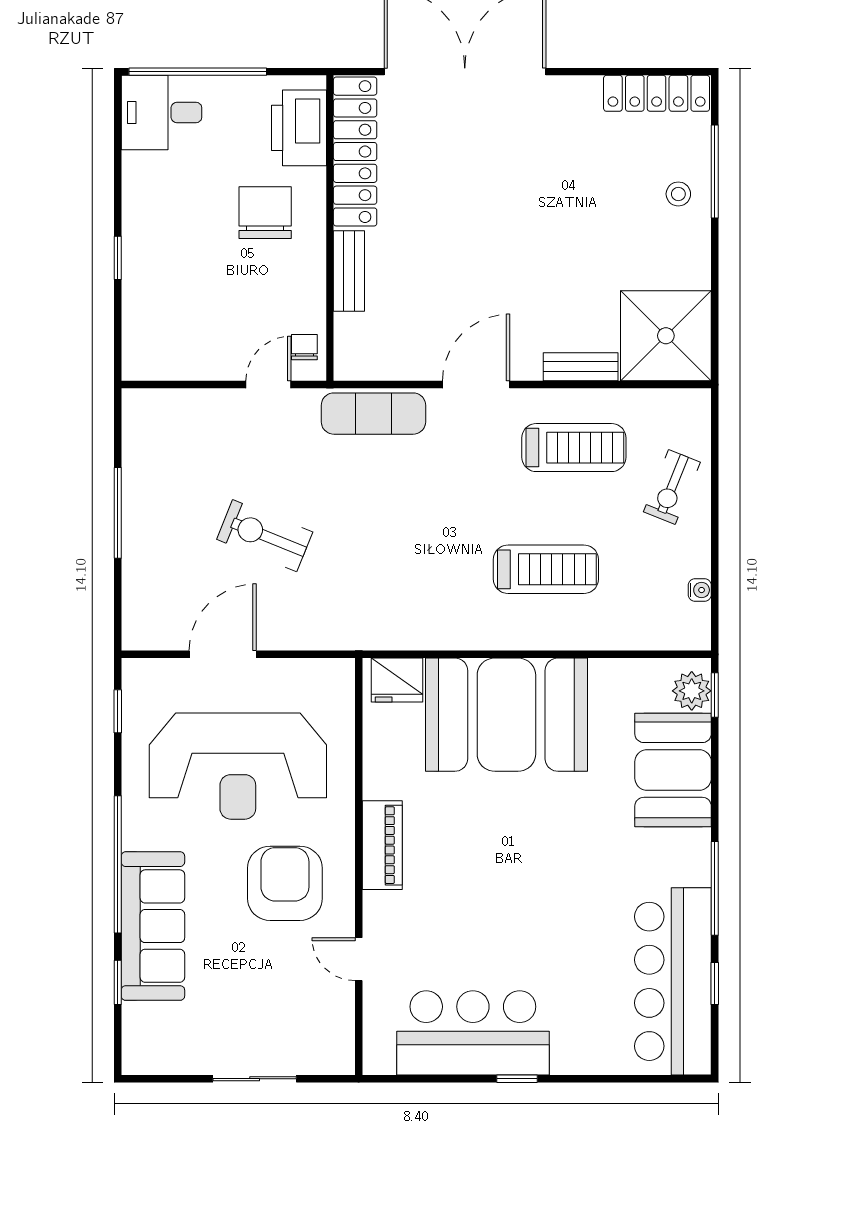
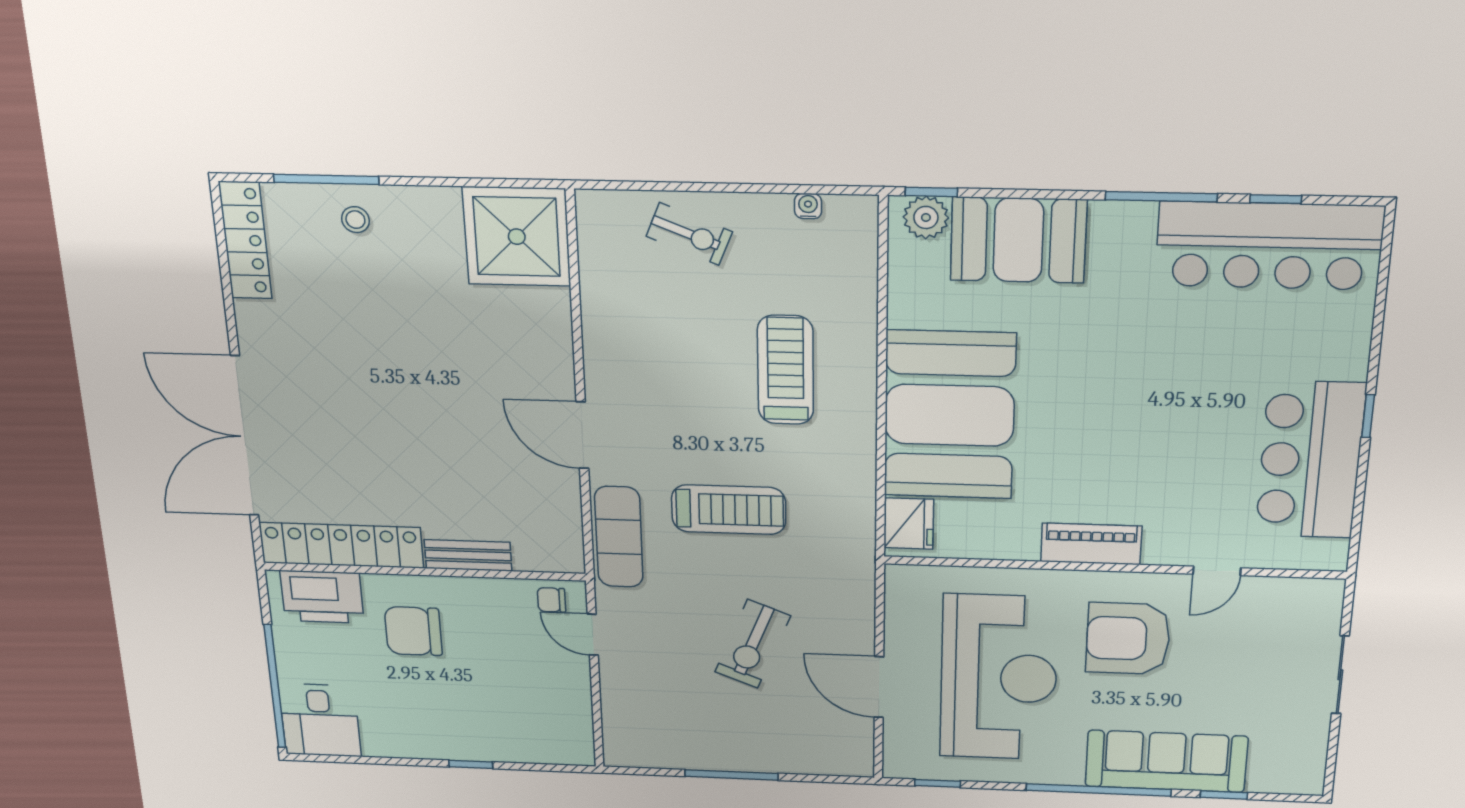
bench: (581, 367) -> (557, 328), removed
treadmill: (574, 448) -> (729, 510), moved, turned 90

